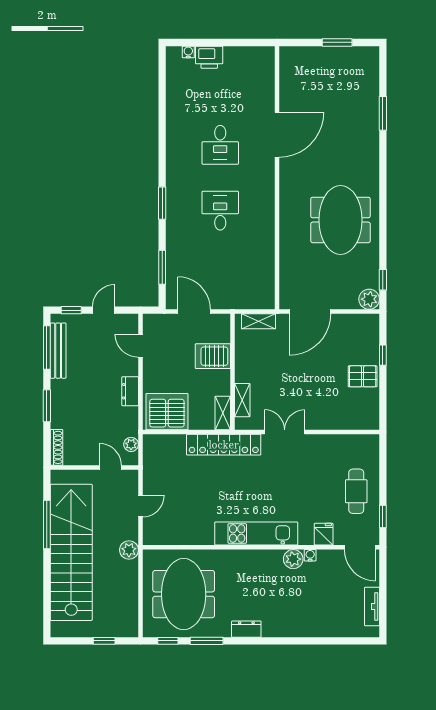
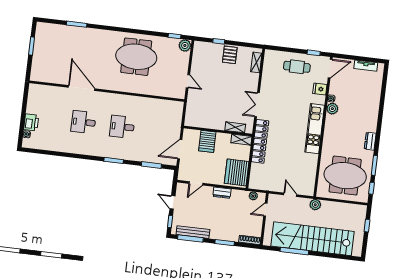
desk: (220, 145) -> (83, 122), turned 180
door: (310, 312) -> (188, 81), width x0.53
shelving: (258, 321) -> (256, 62), moved

